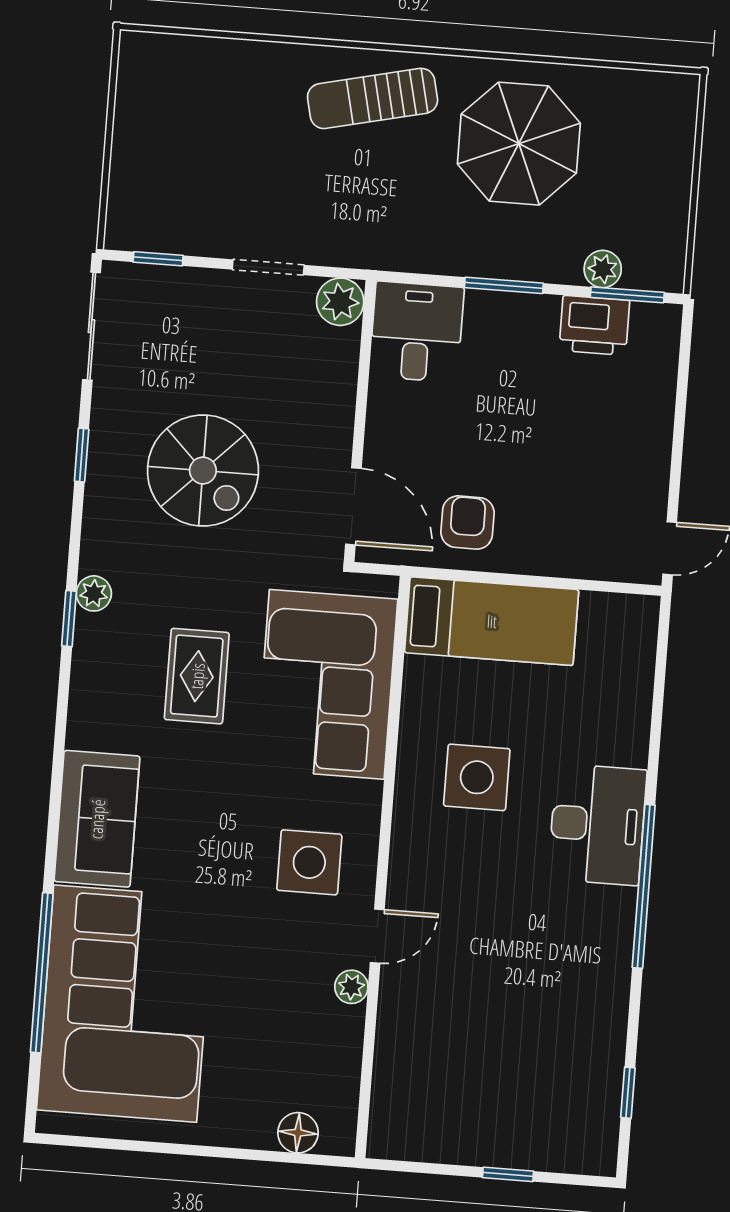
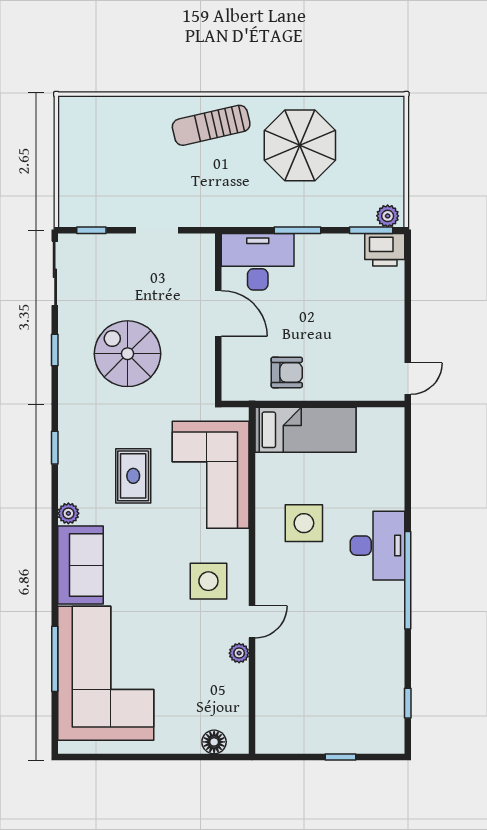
plant: (603, 269) -> (388, 216), moved
plant: (340, 302) -> (201, 247), removed
printer: (594, 325) -> (385, 250), moved
desk: (417, 332) -> (258, 262), width x1.37
spiral stairs: (203, 471) -> (127, 354), turned 180
door: (353, 506) -> (218, 313), moved
armchair: (467, 522) -> (287, 372), turned 90
plant: (94, 593) -> (68, 513), moved
window: (42, 973) -> (55, 659), width x0.68

